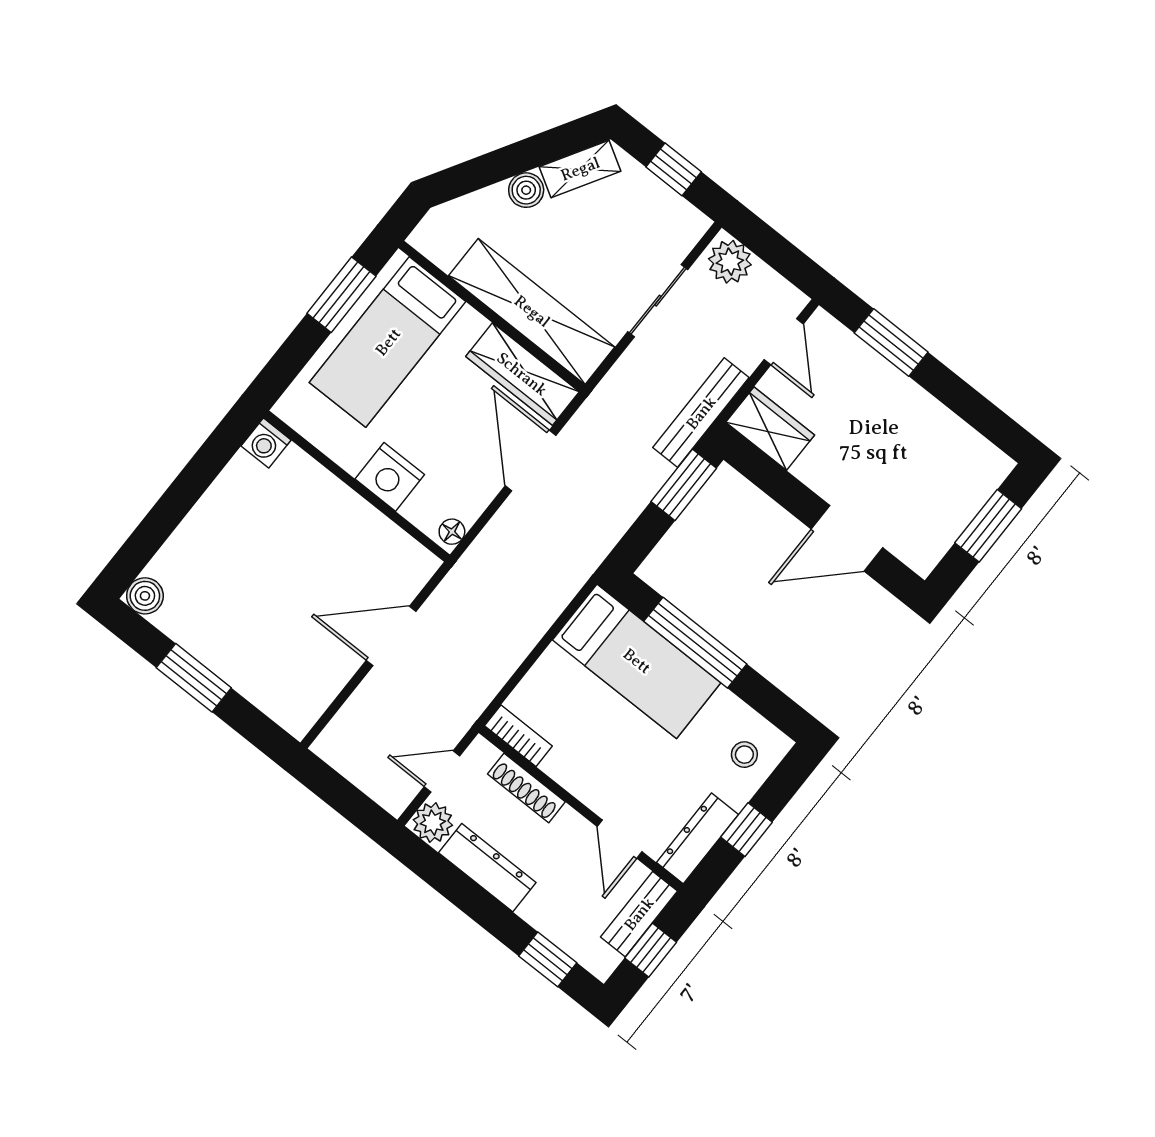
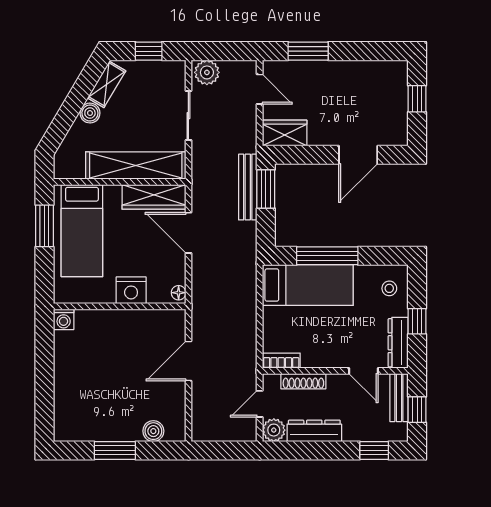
bench: (701, 413) -> (248, 187), moved
window: (988, 526) -> (417, 99), width x0.67
boiler: (145, 596) -> (153, 431), moved

